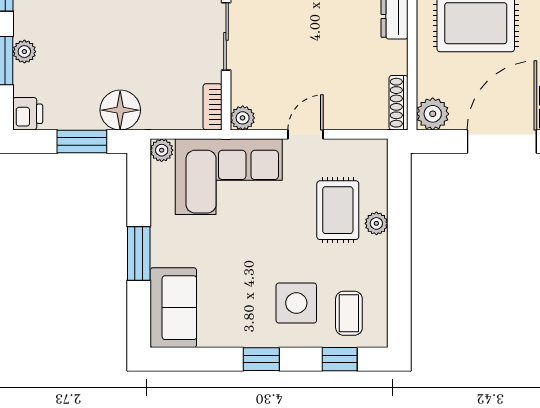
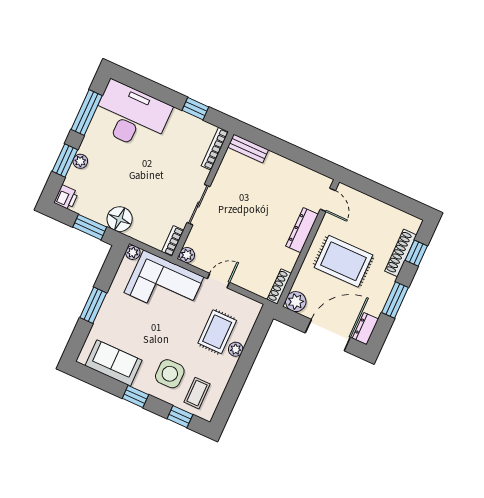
sofa: (173, 308) -> (114, 363), moved, turned -90

